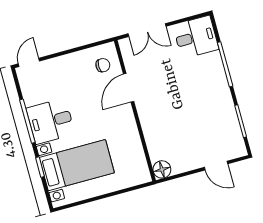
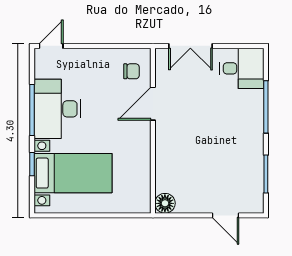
desk: (51, 121) -> (57, 109), width x1.37

